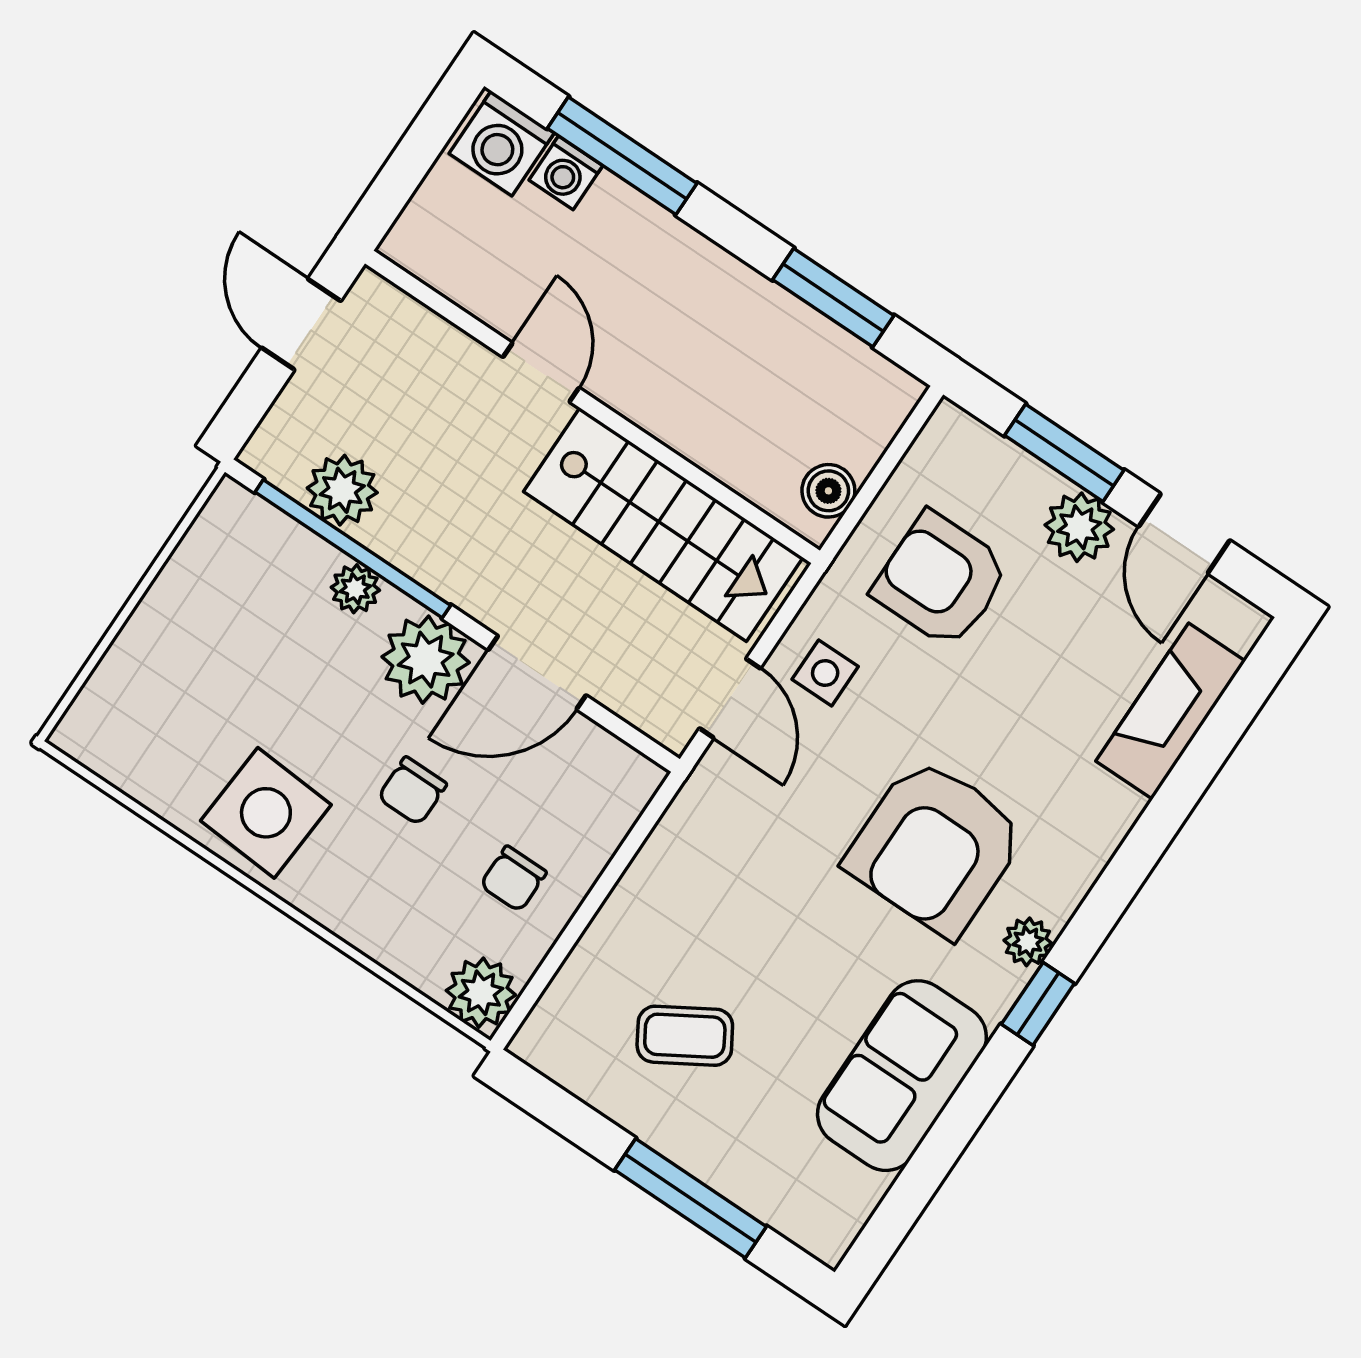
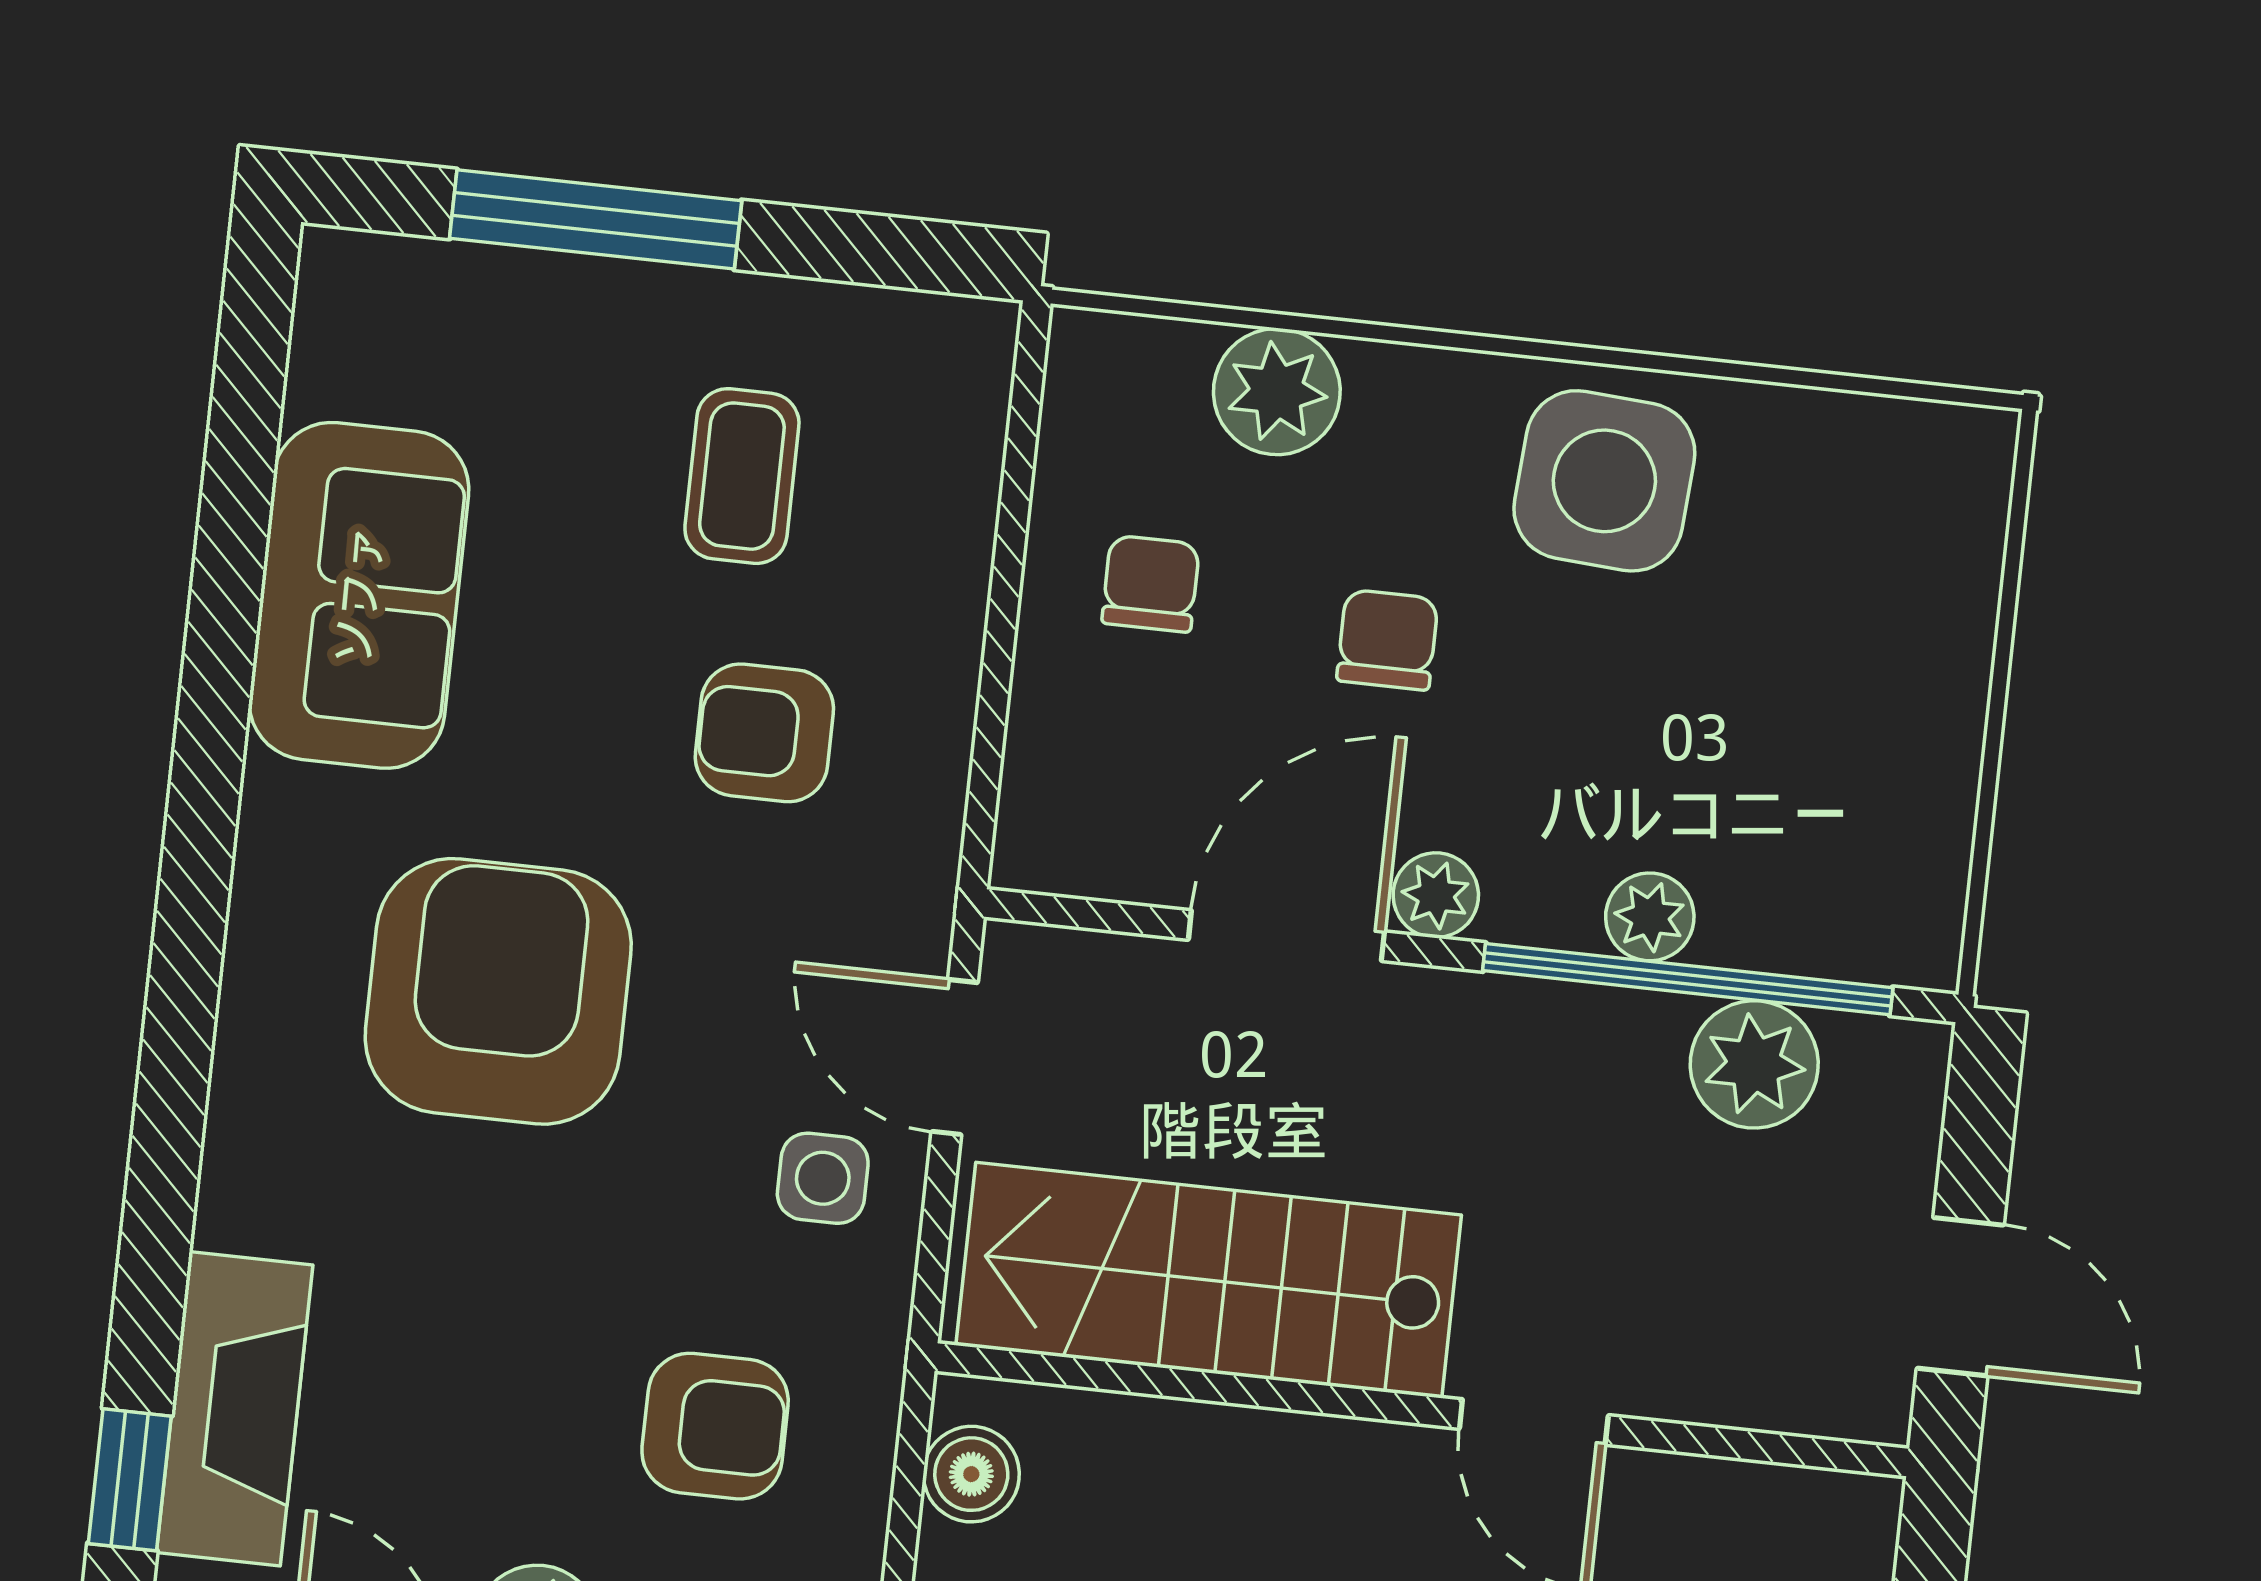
armchair: (941, 580) -> (715, 1426), width x0.72, depth x0.72
plant: (426, 660) -> (1436, 895), width x0.53, depth x0.53
armchair: (740, 905) -> (764, 733), added
plant: (1028, 942) -> (269, 917), removed
plant: (481, 993) -> (1277, 392), moved
window: (1038, 1004) -> (130, 1480), moved
coffee table: (685, 1036) -> (742, 476), turned -59

